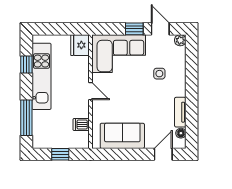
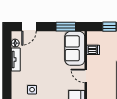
sofa: (122, 136) -> (75, 48), moved, turned 90
window: (116, 154) -> (66, 27), added

